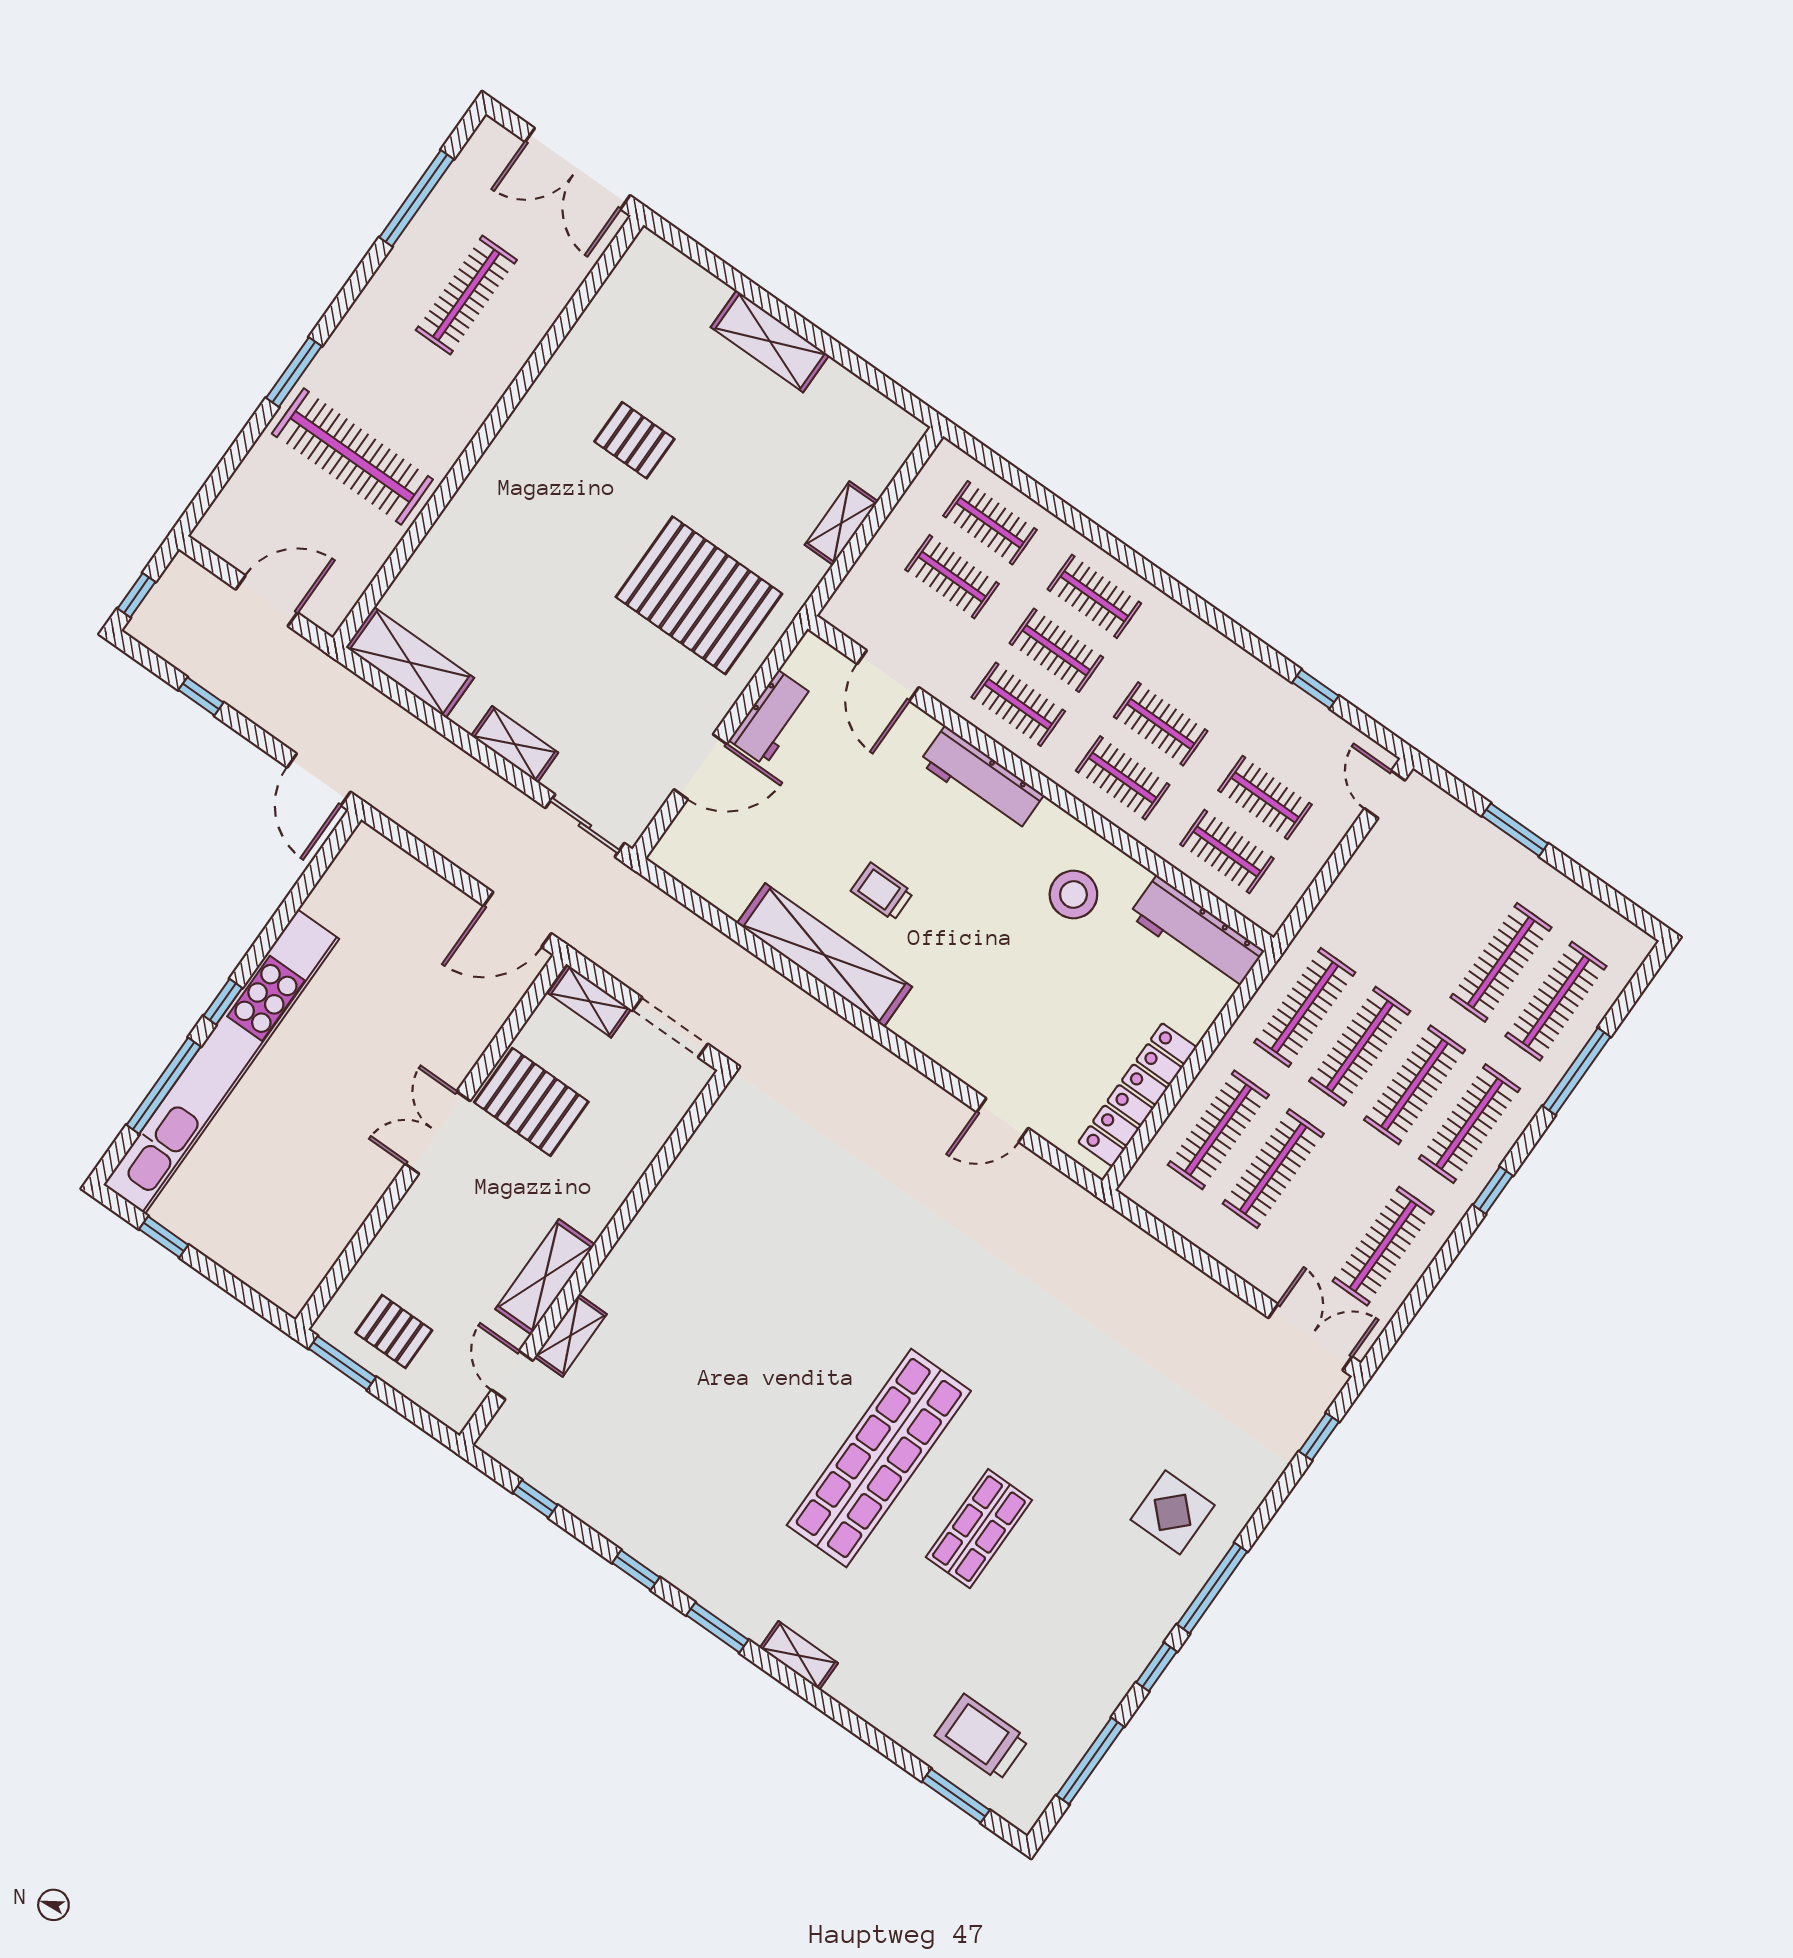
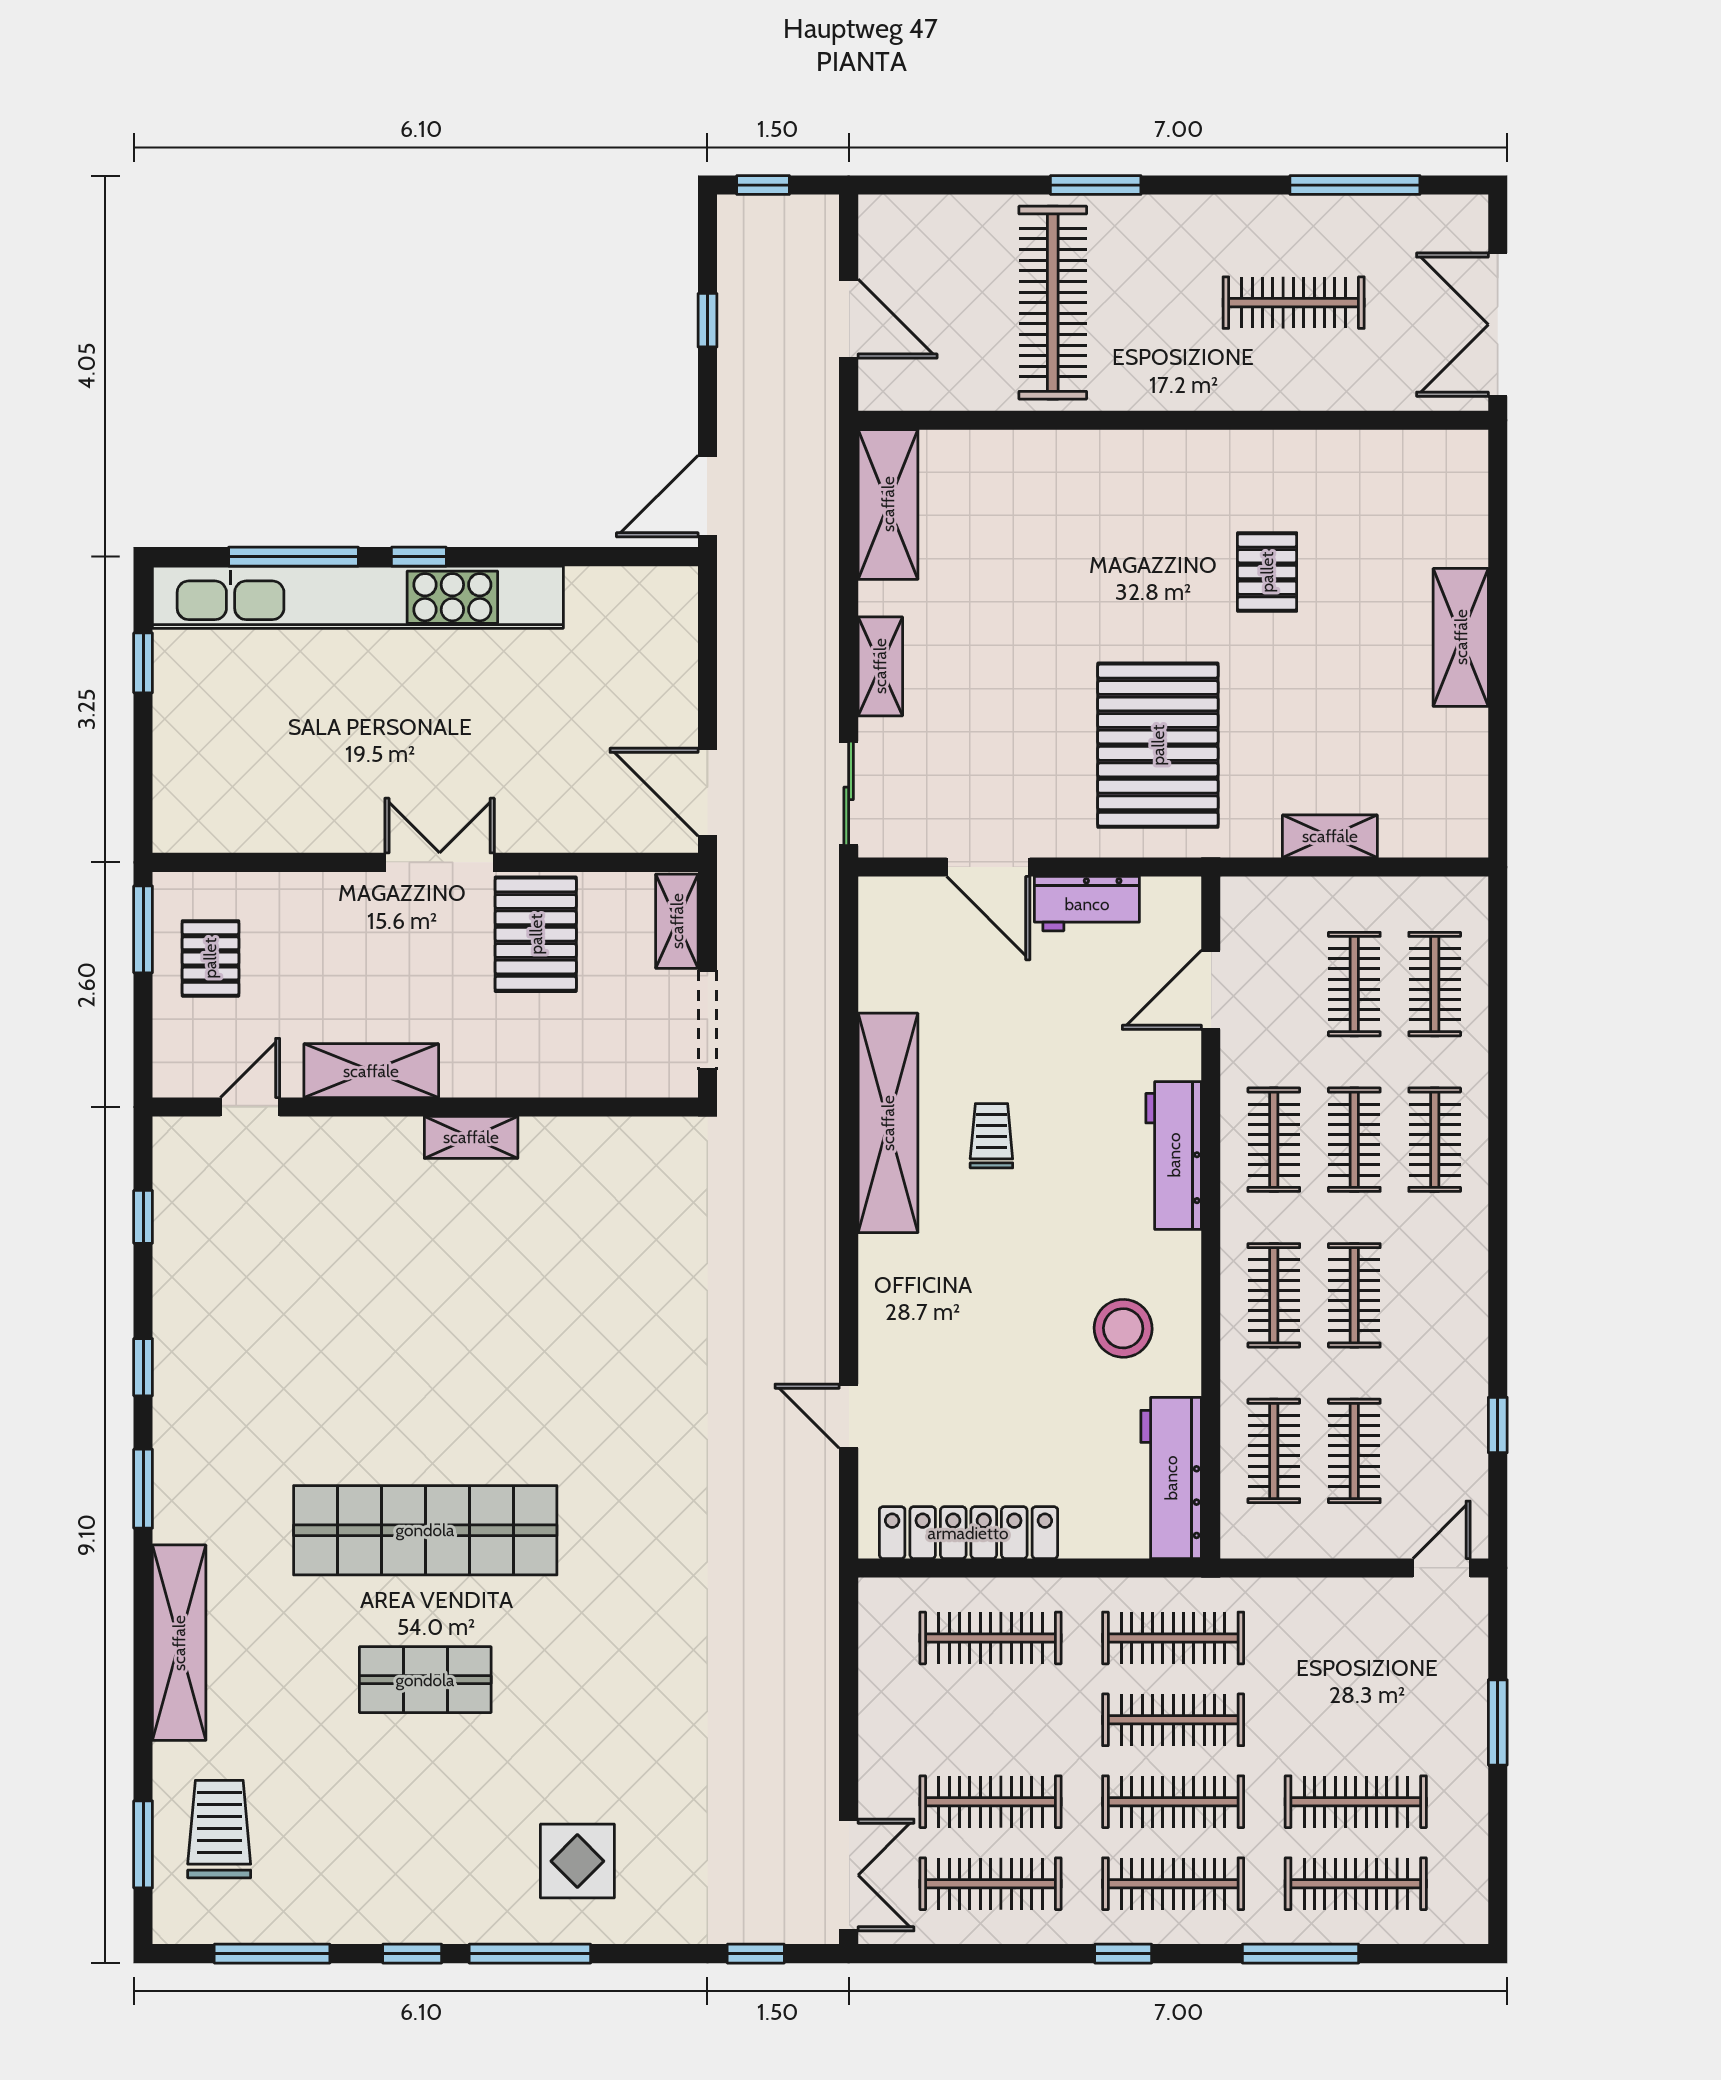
clothes rail: (1273, 1169) -> (991, 1802), moved
shelving: (571, 1335) -> (471, 1137), moved
shelving: (799, 1655) -> (179, 1643), width x2.20, depth x1.33

